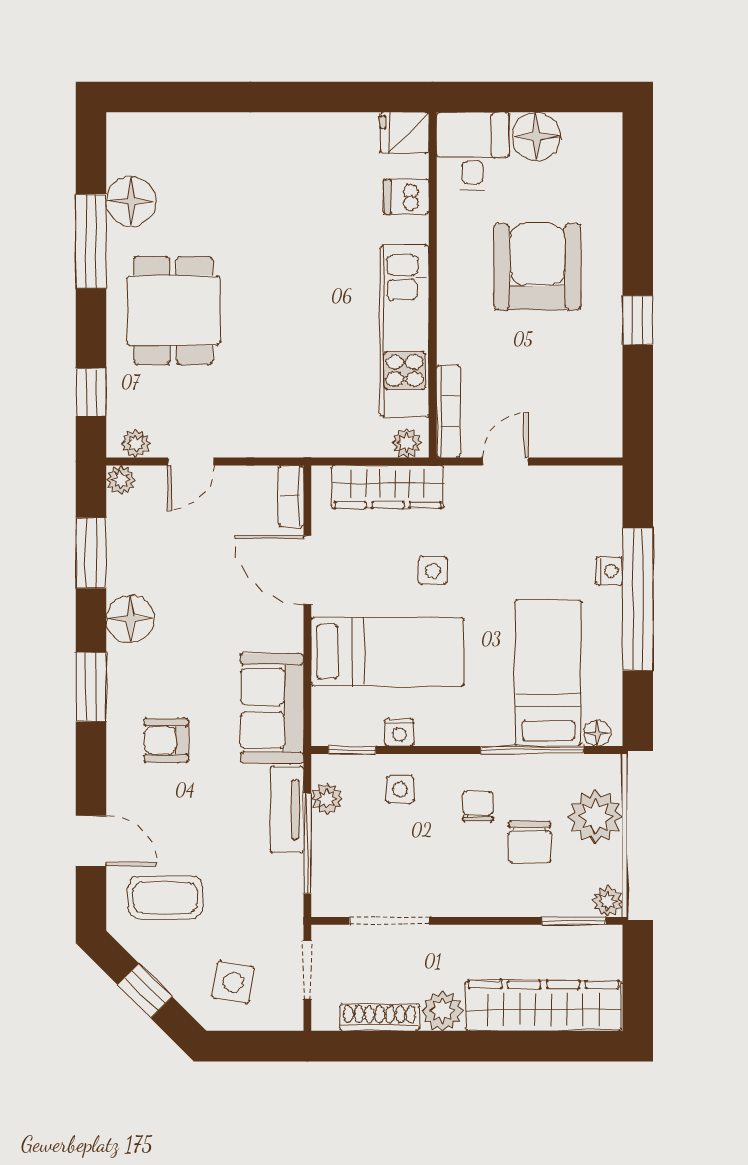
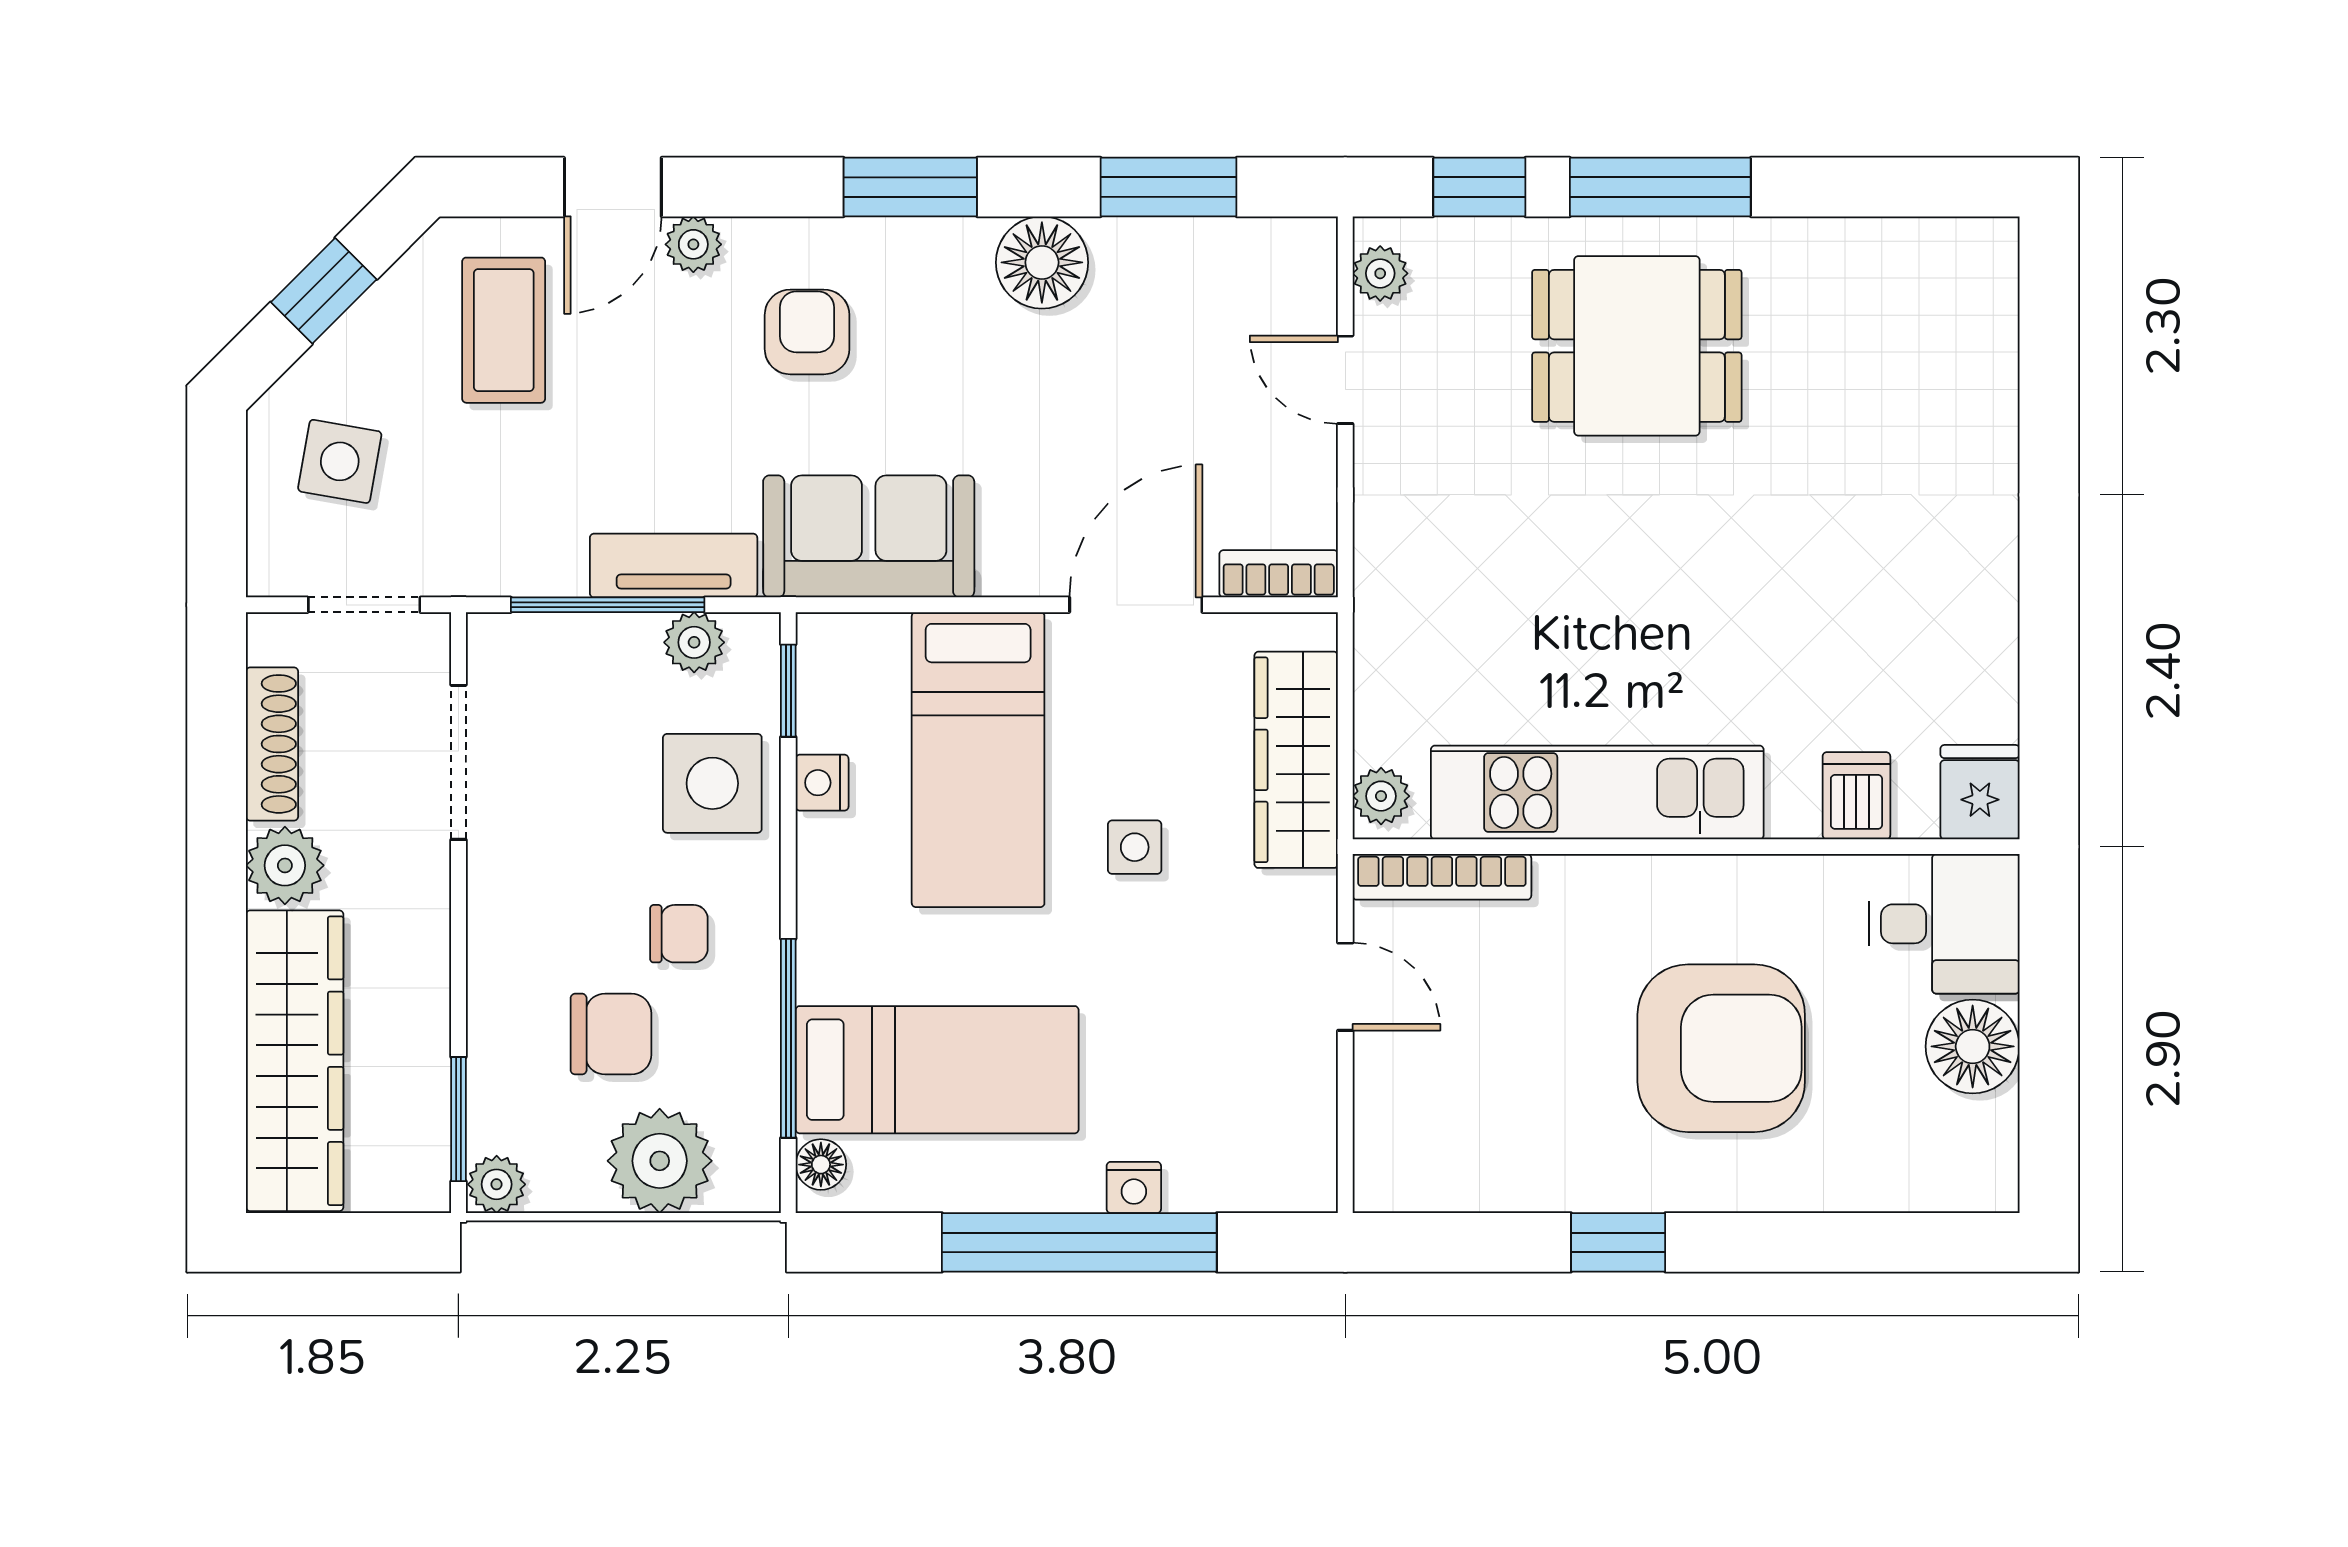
floor lamp: (131, 201) -> (1848, 264), removed
window: (91, 241) -> (1660, 187), moved
plant: (121, 480) -> (693, 244), moved
side table: (400, 789) -> (712, 783), width x1.87, depth x1.87
chair: (530, 842) -> (611, 1034), turned 180

